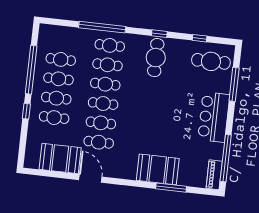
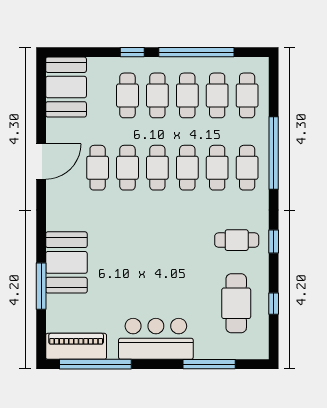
cafe table: (63, 40) -> (247, 95), added
cafe table: (156, 58) -> (237, 240), width x0.73, depth x0.74
cafe table: (211, 61) -> (236, 303), moved
booth: (60, 159) -> (66, 87), moved
piano: (214, 175) -> (76, 346), width x1.37, depth x1.33

